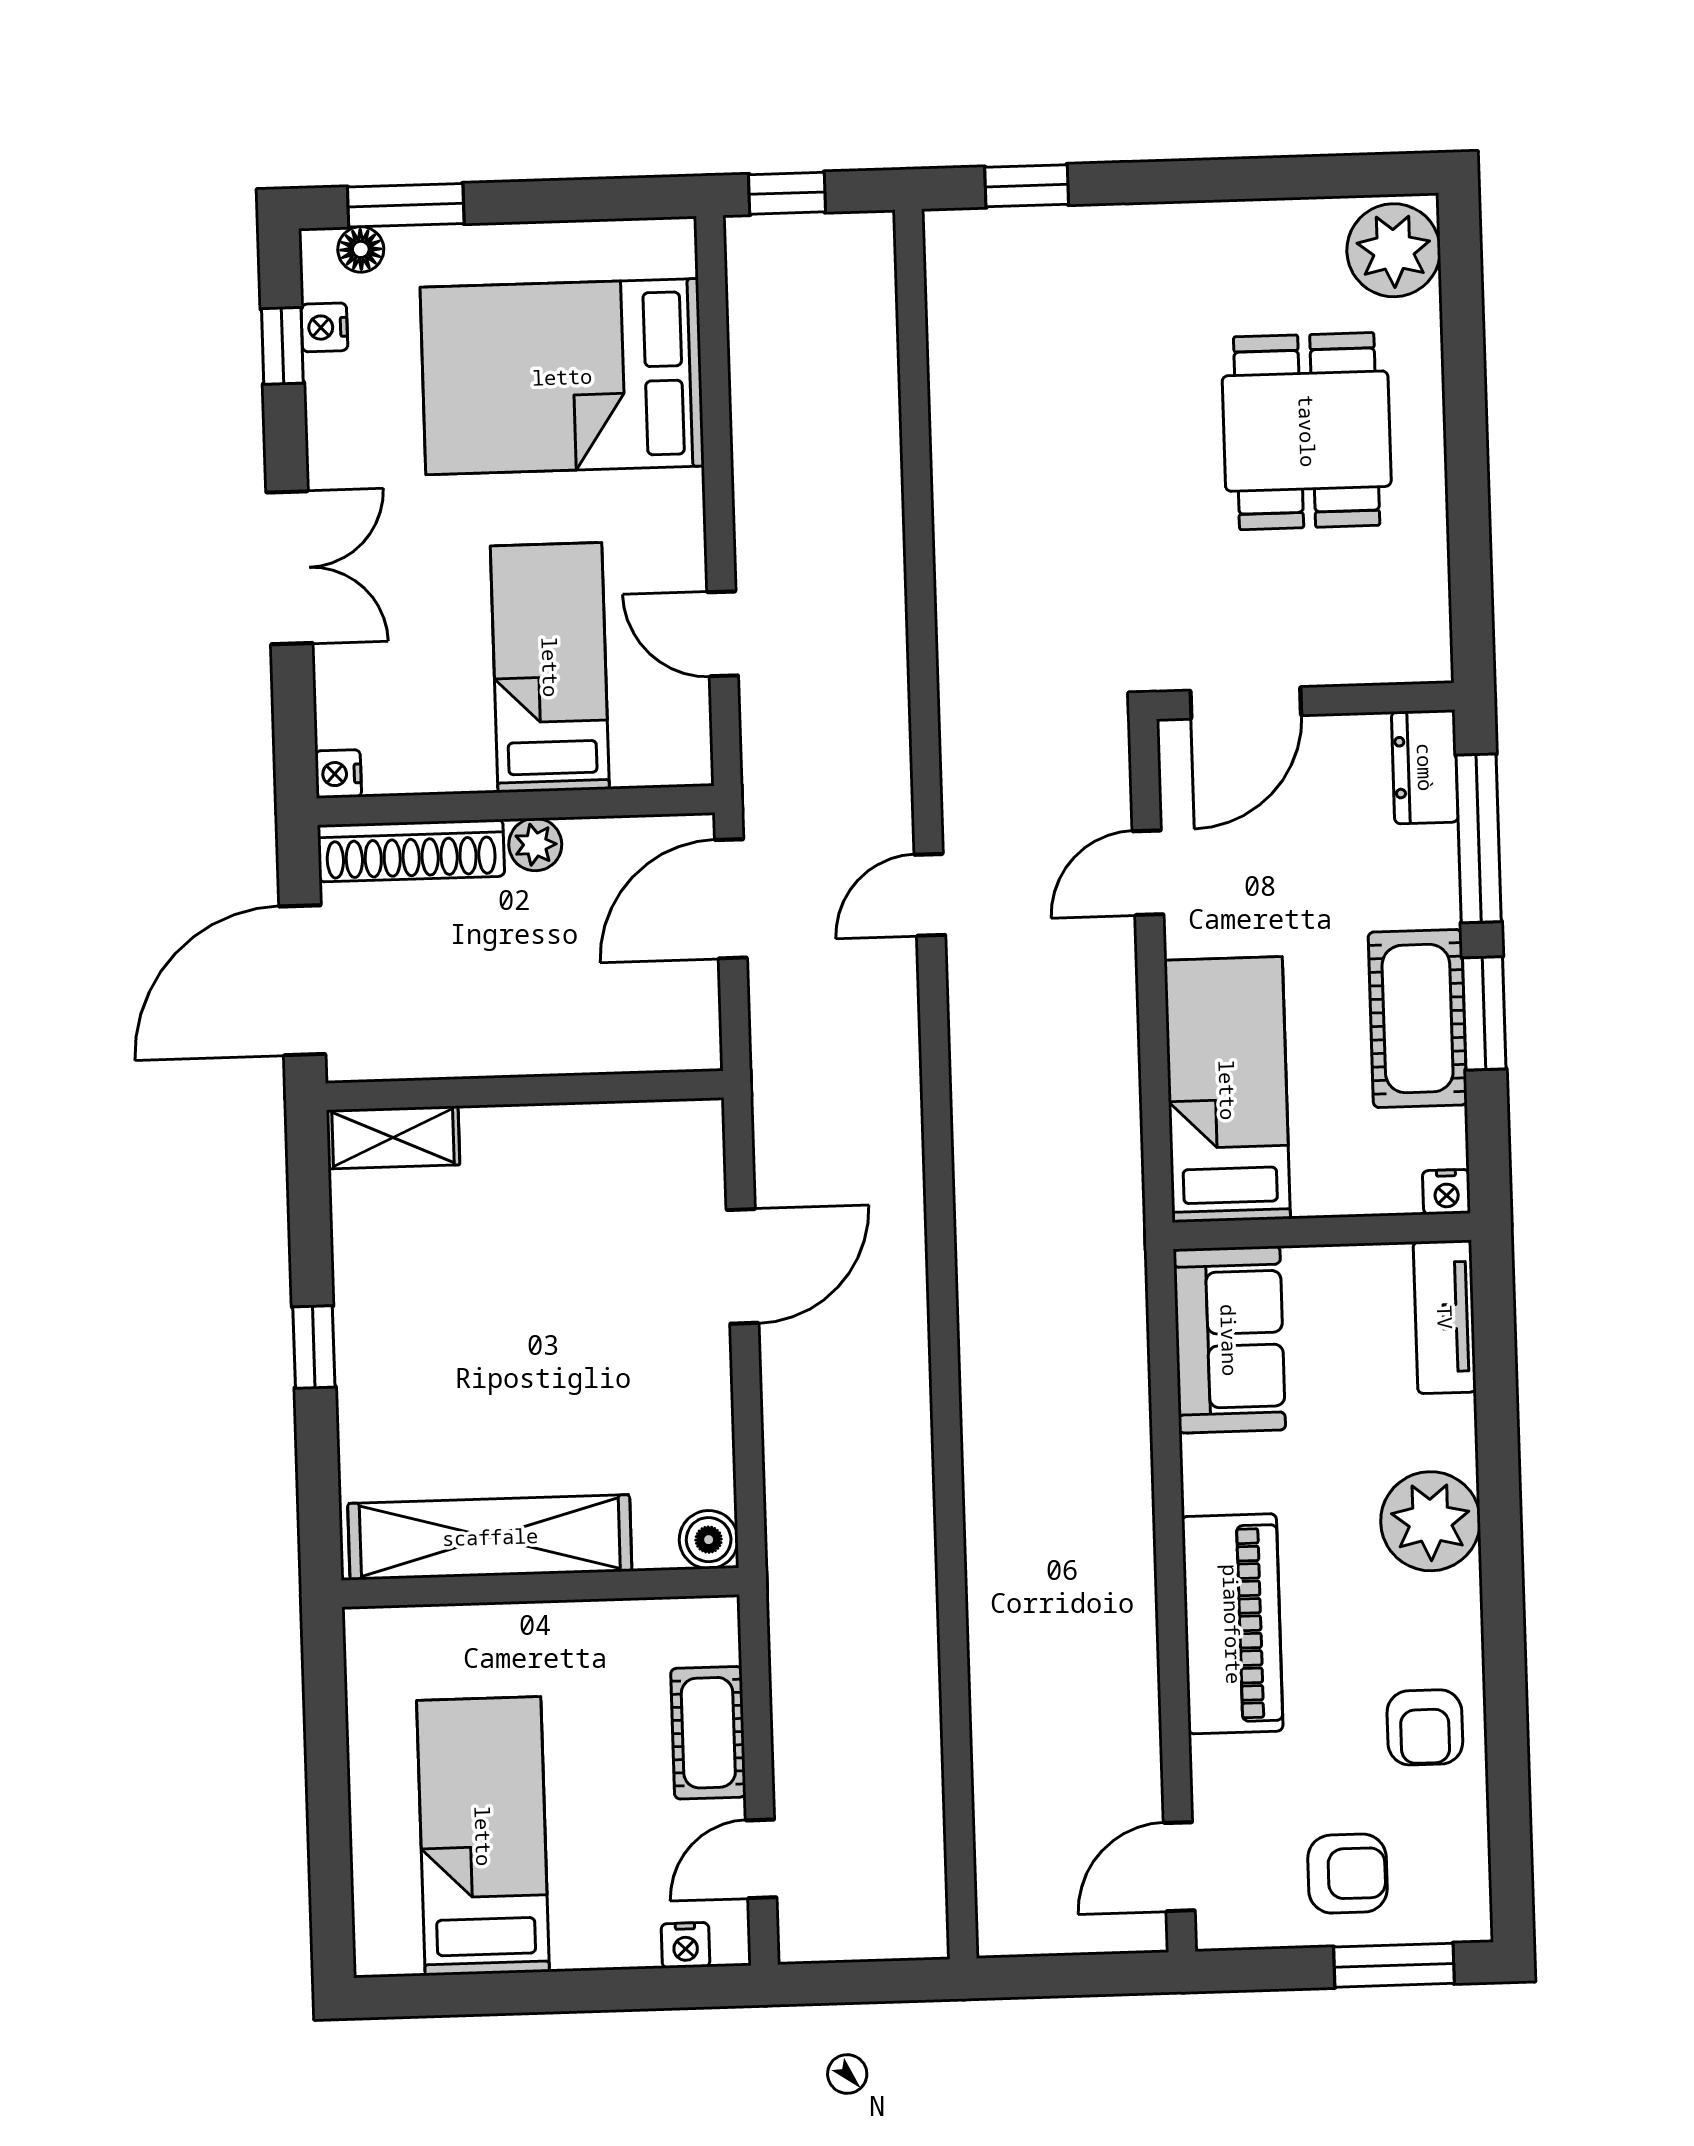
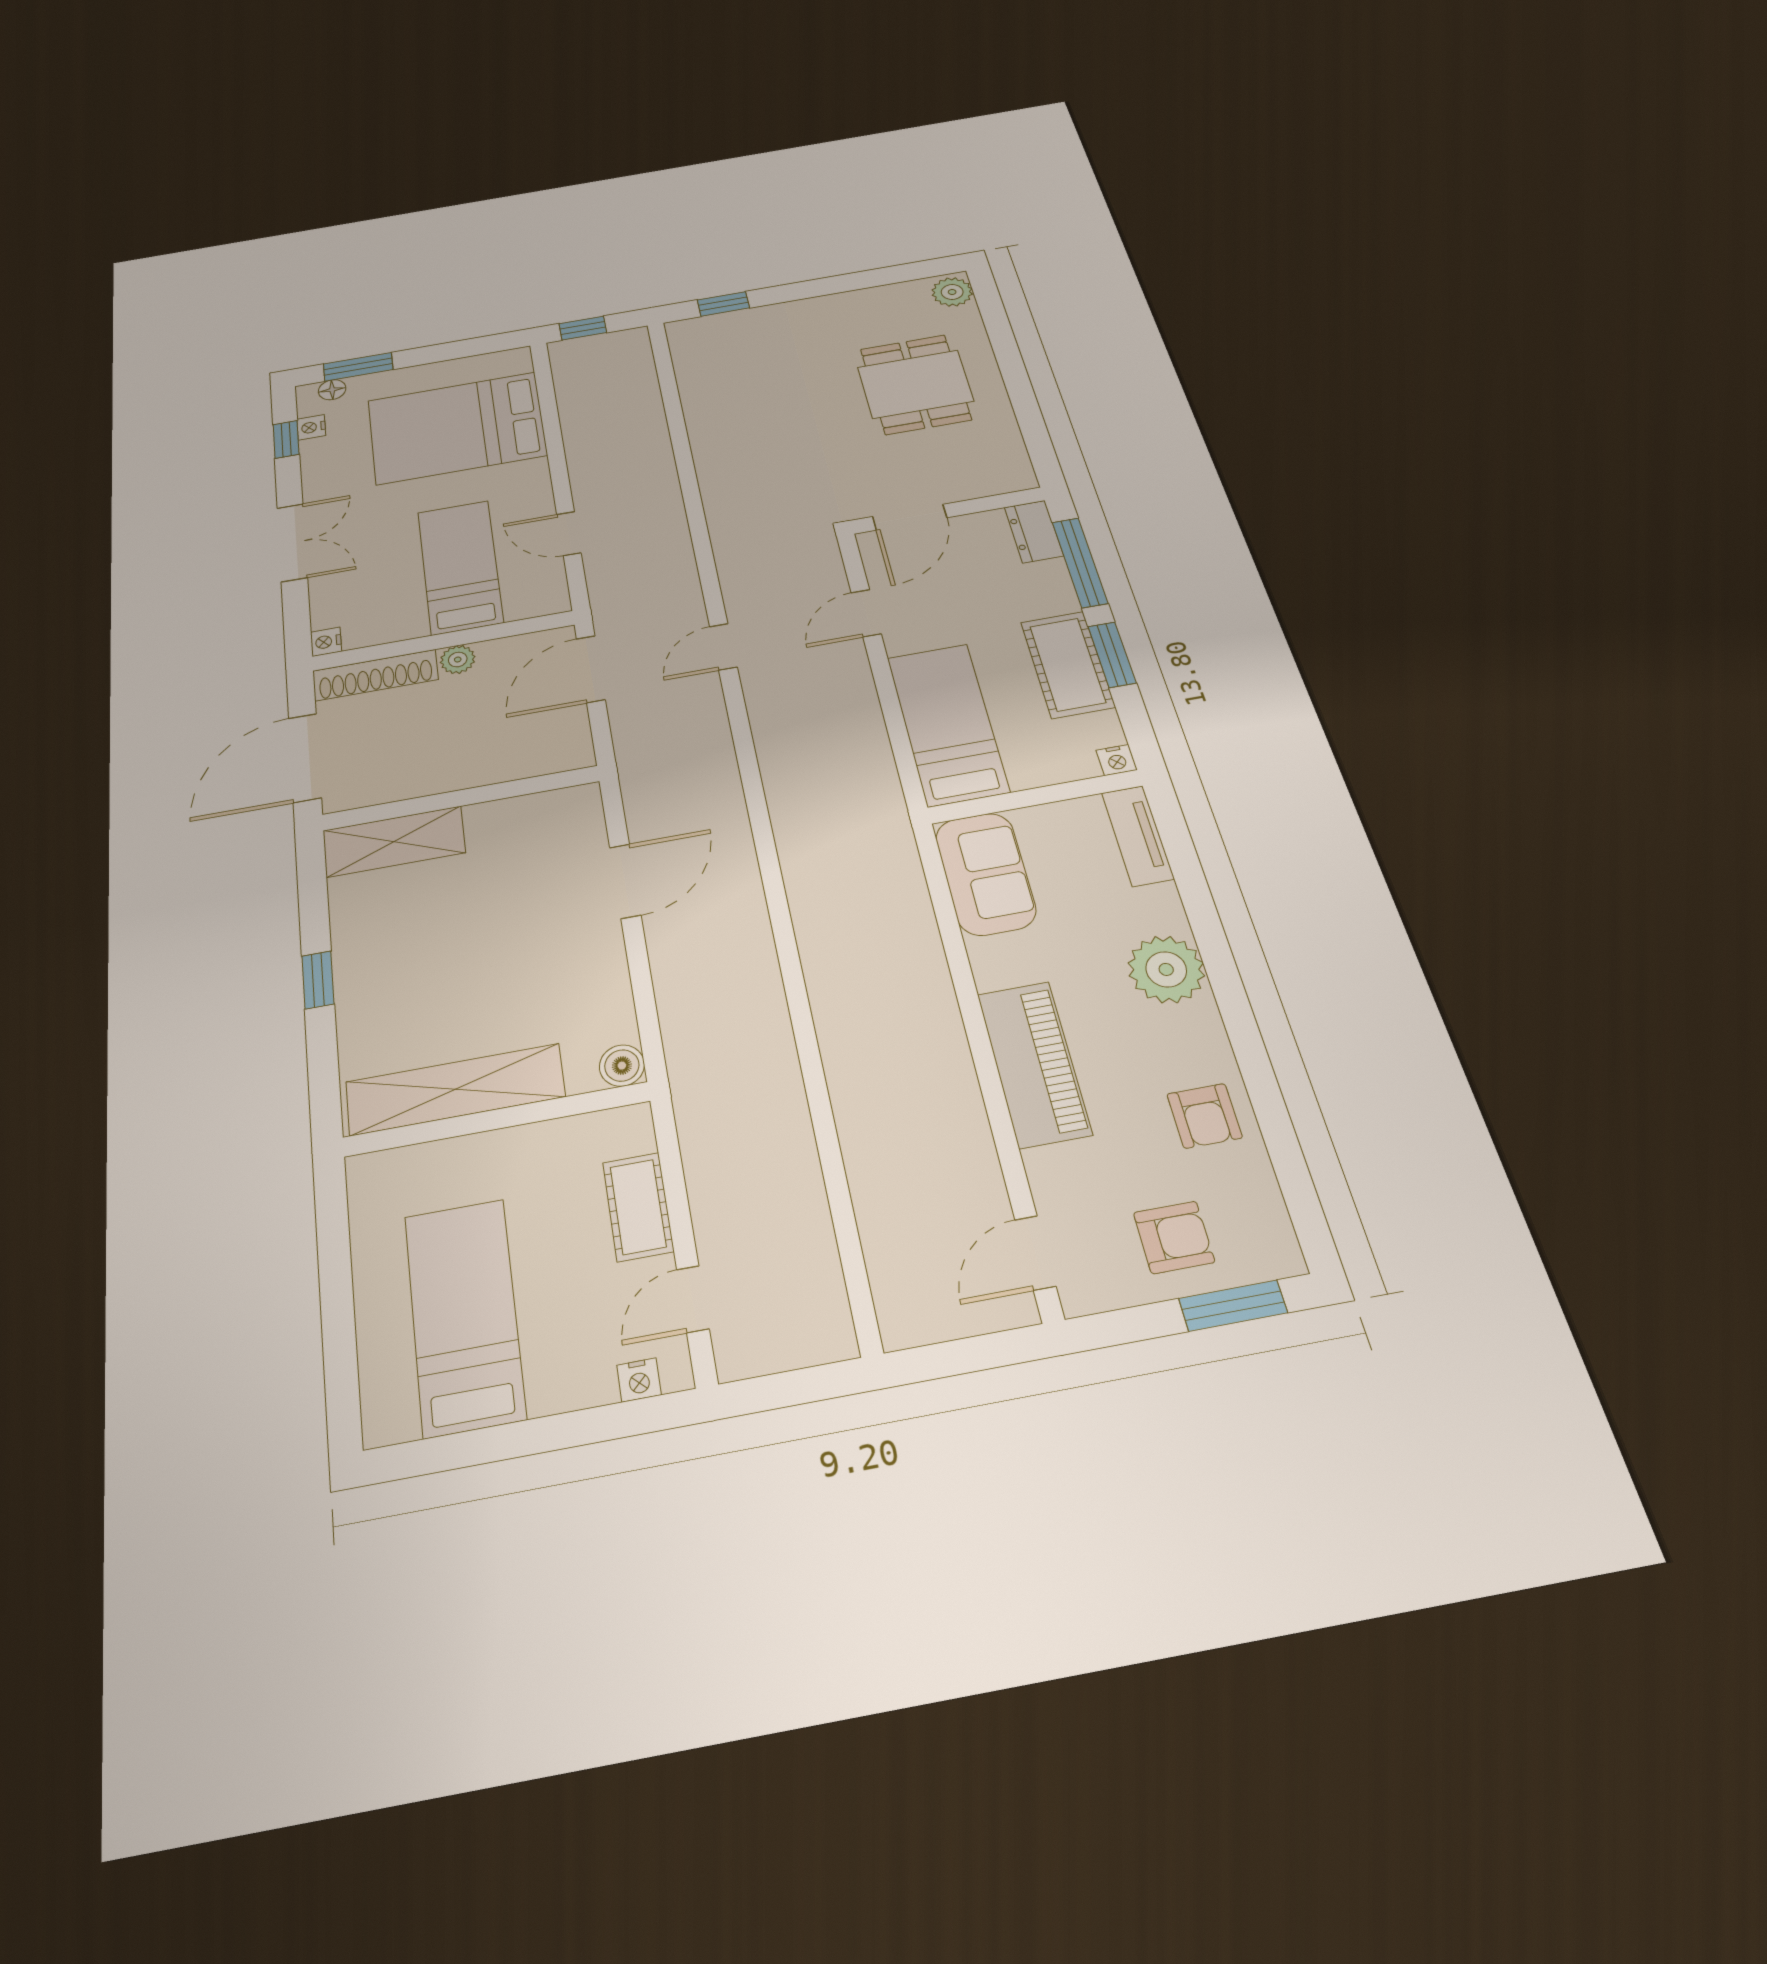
plant: (1394, 250) -> (952, 292), width x0.73, depth x0.73
shelving: (393, 1137) -> (394, 842), width x1.50, depth x1.33

